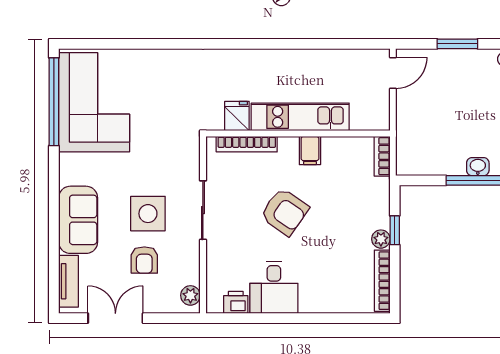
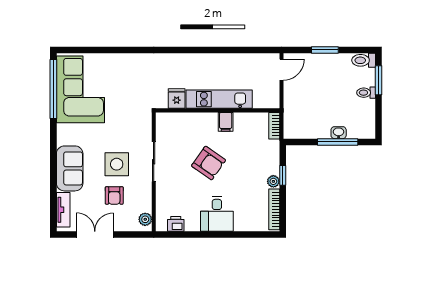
bookcase: (247, 144) -> (183, 118), removed
desk: (274, 287) -> (217, 214), moved

